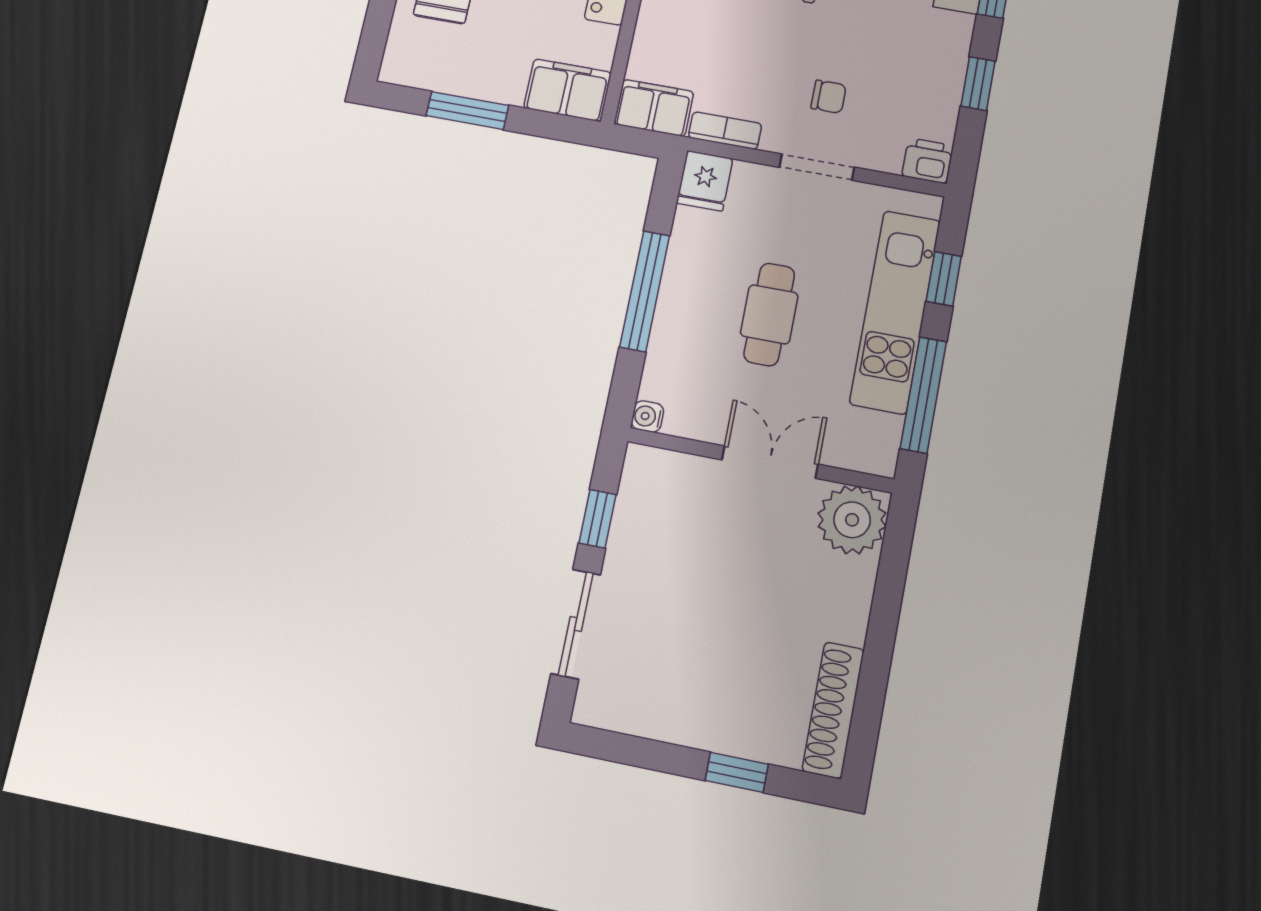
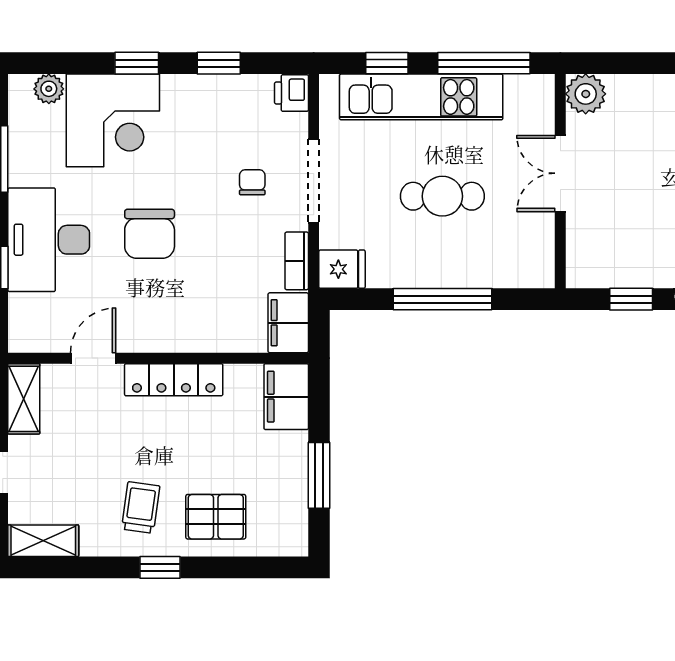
doorway: (817, 167) -> (314, 181), width x1.38
water cooler: (647, 416) -> (543, 276), removed
plant: (852, 520) -> (586, 94), width x0.73, depth x0.73

